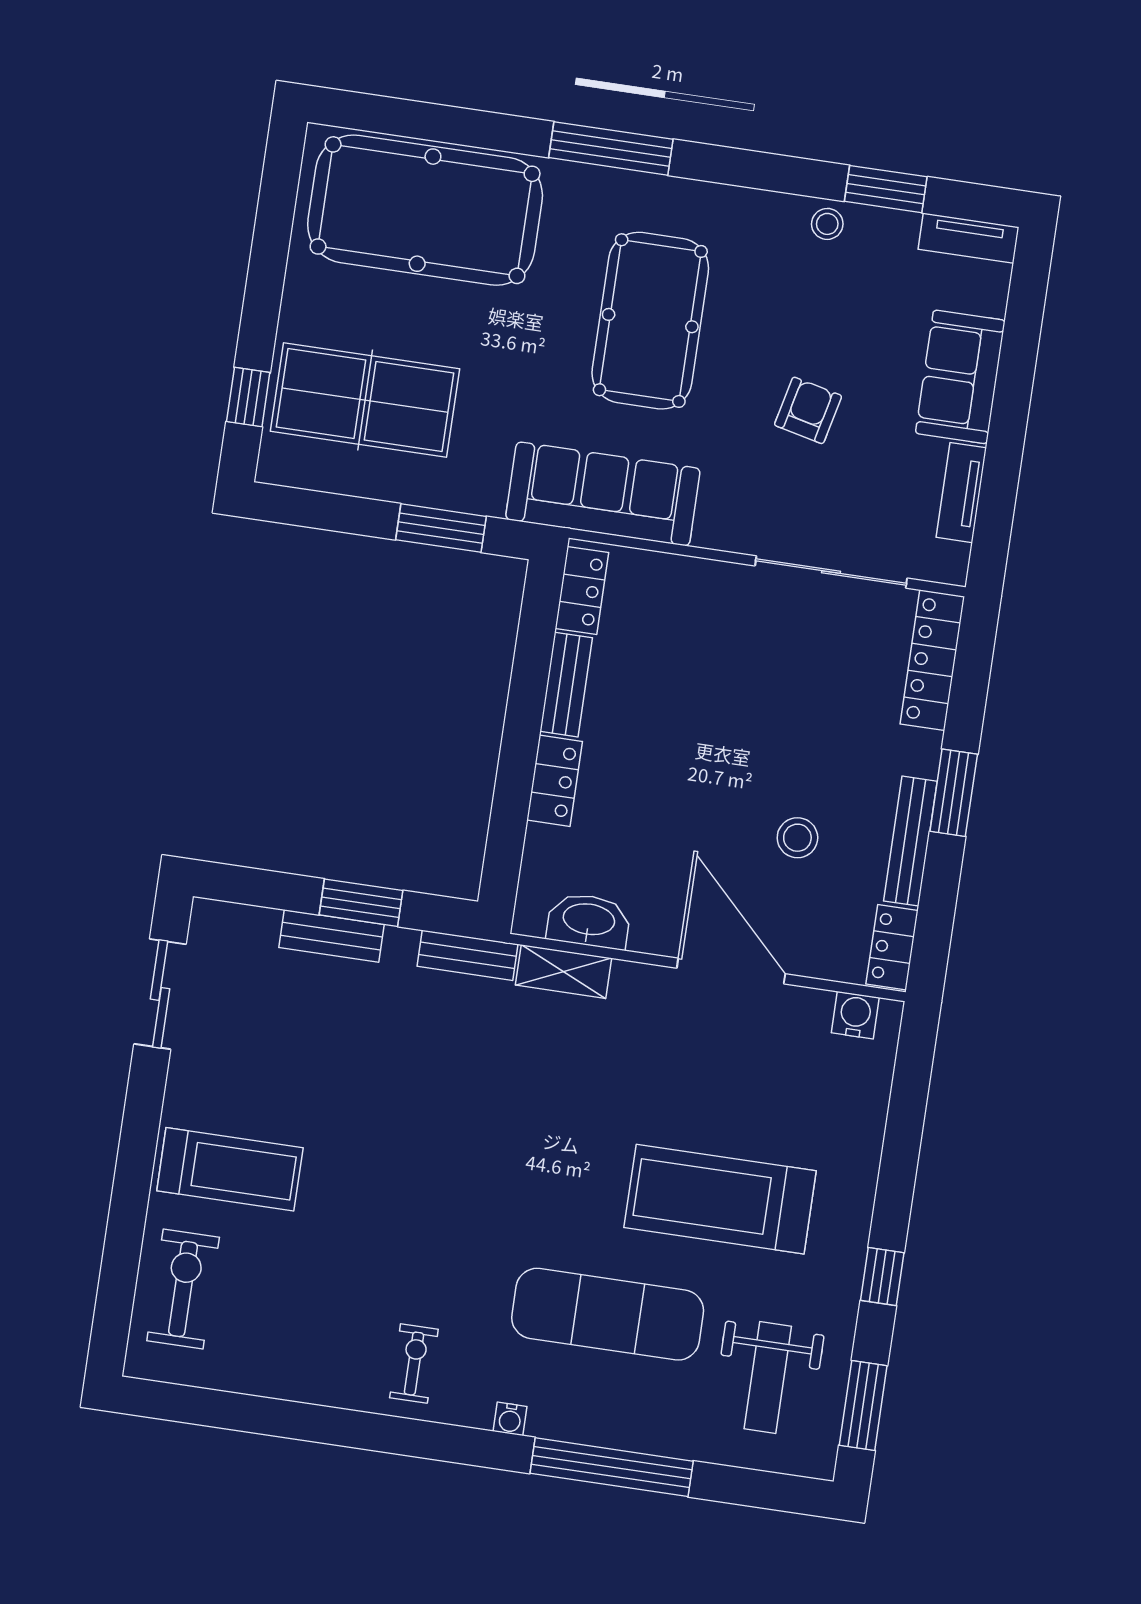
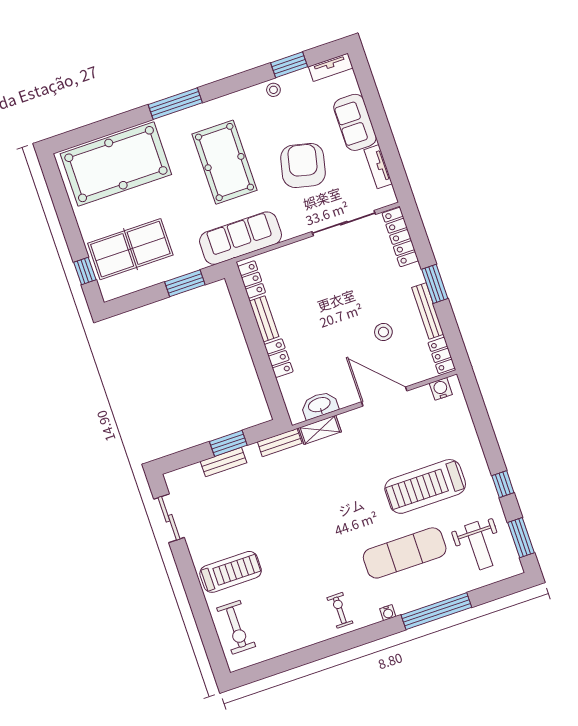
armchair: (808, 410) -> (303, 165), width x1.88, depth x1.88
exercise bike: (183, 1289) -> (236, 627), turned 180

